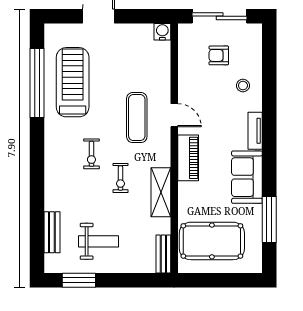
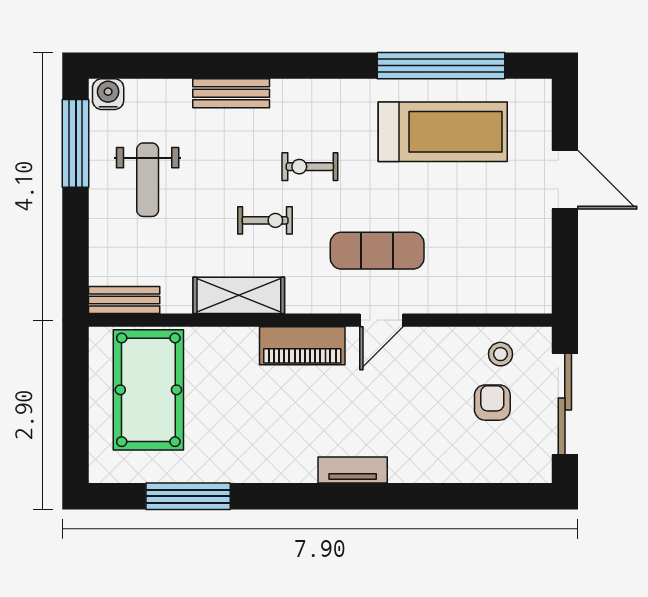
water cooler: (162, 32) -> (108, 94), moved, turned -90
stool: (243, 86) -> (500, 354), moved
sofa: (247, 177) -> (267, 455), removed
exercise bike: (120, 178) -> (265, 220), turned 180
bench: (52, 232) -> (231, 93), moved
window: (79, 280) -> (76, 143), width x1.44

